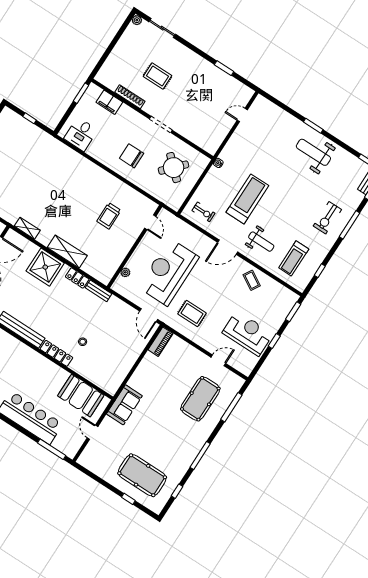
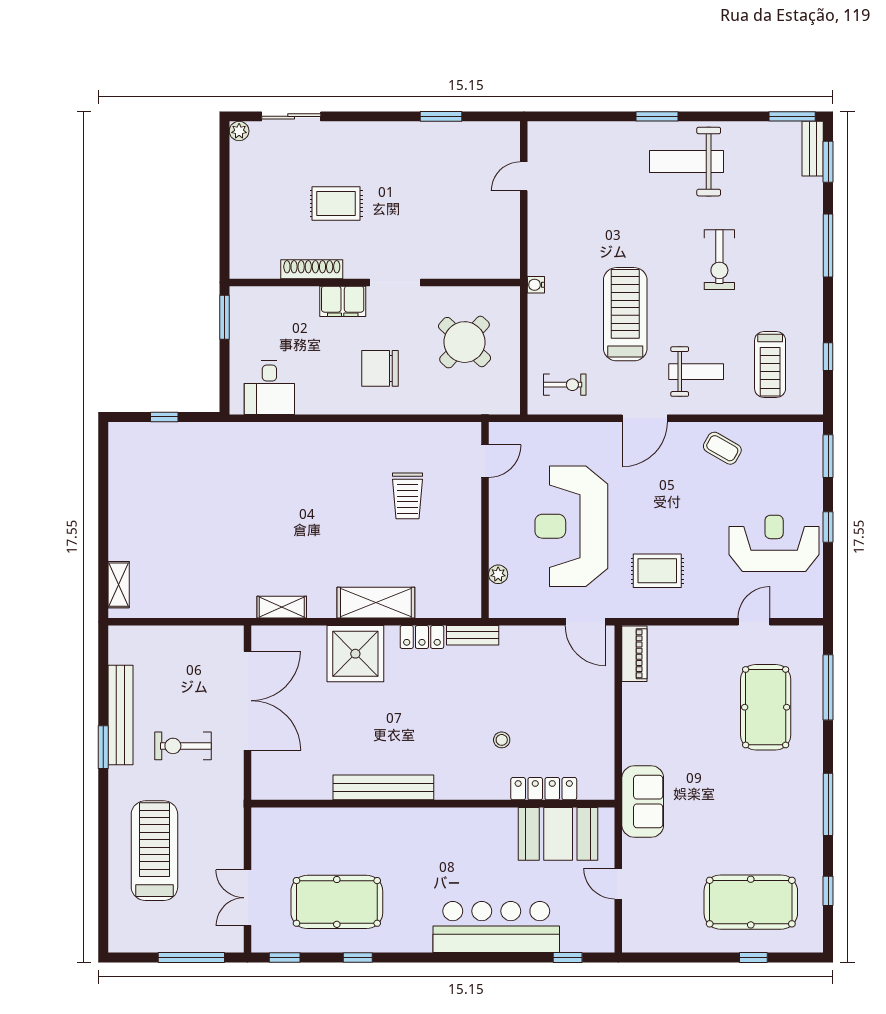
filing cabinet: (109, 102) -> (343, 301), moved
exercise bike: (327, 218) -> (719, 260), moved
door: (150, 222) -> (485, 461), hinge flipped
locker: (56, 353) -> (544, 789), moved
window: (52, 449) -> (568, 958), width x0.46

